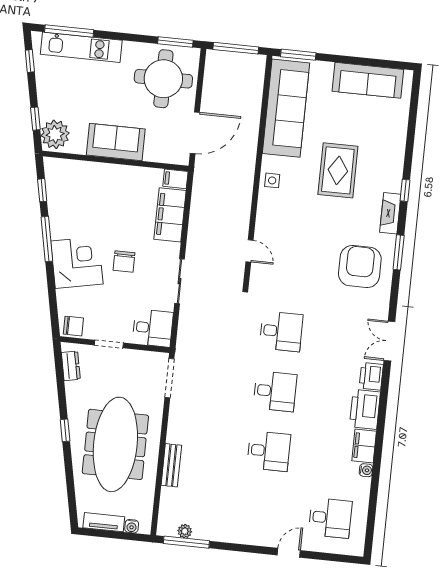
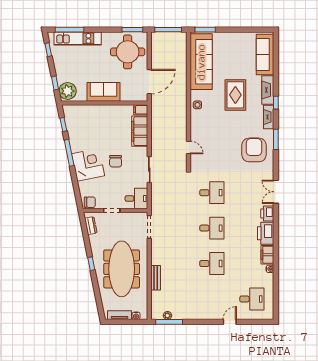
sofa: (368, 80) -> (265, 55), moved, turned 90
fireplace: (394, 168) -> (268, 90), added

